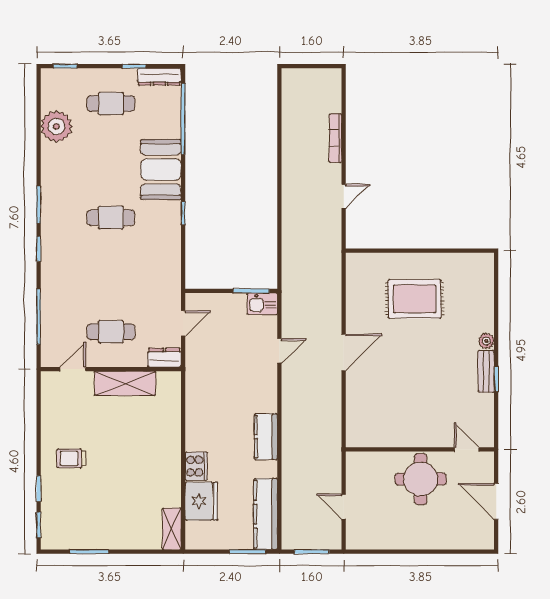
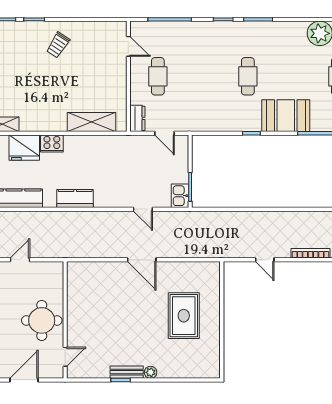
shelving: (125, 383) -> (92, 122), moved, turned 90
trolley: (71, 458) -> (58, 45), turned -147

